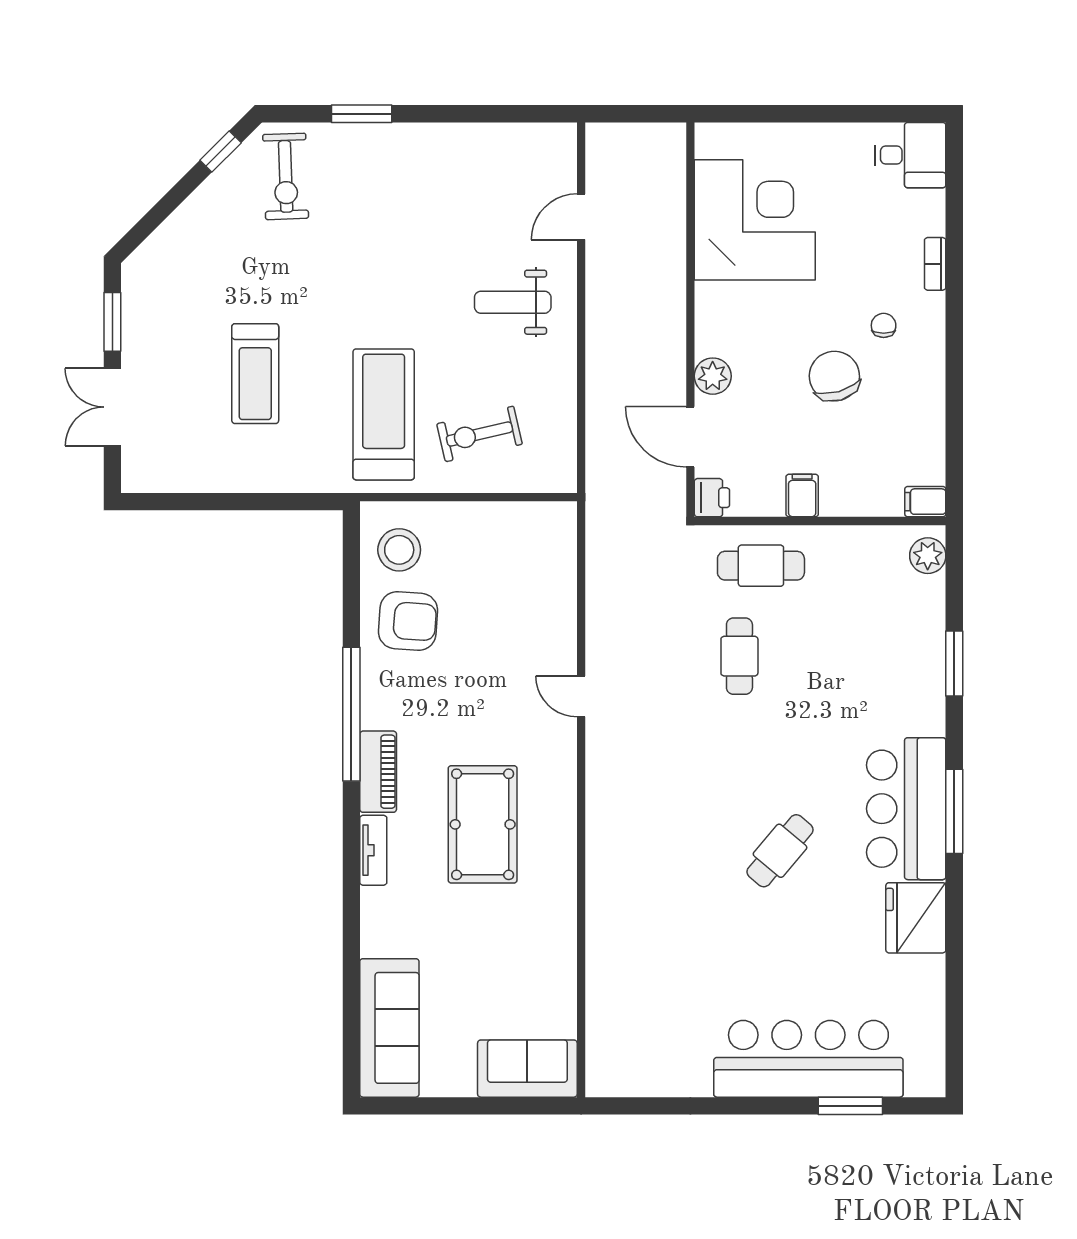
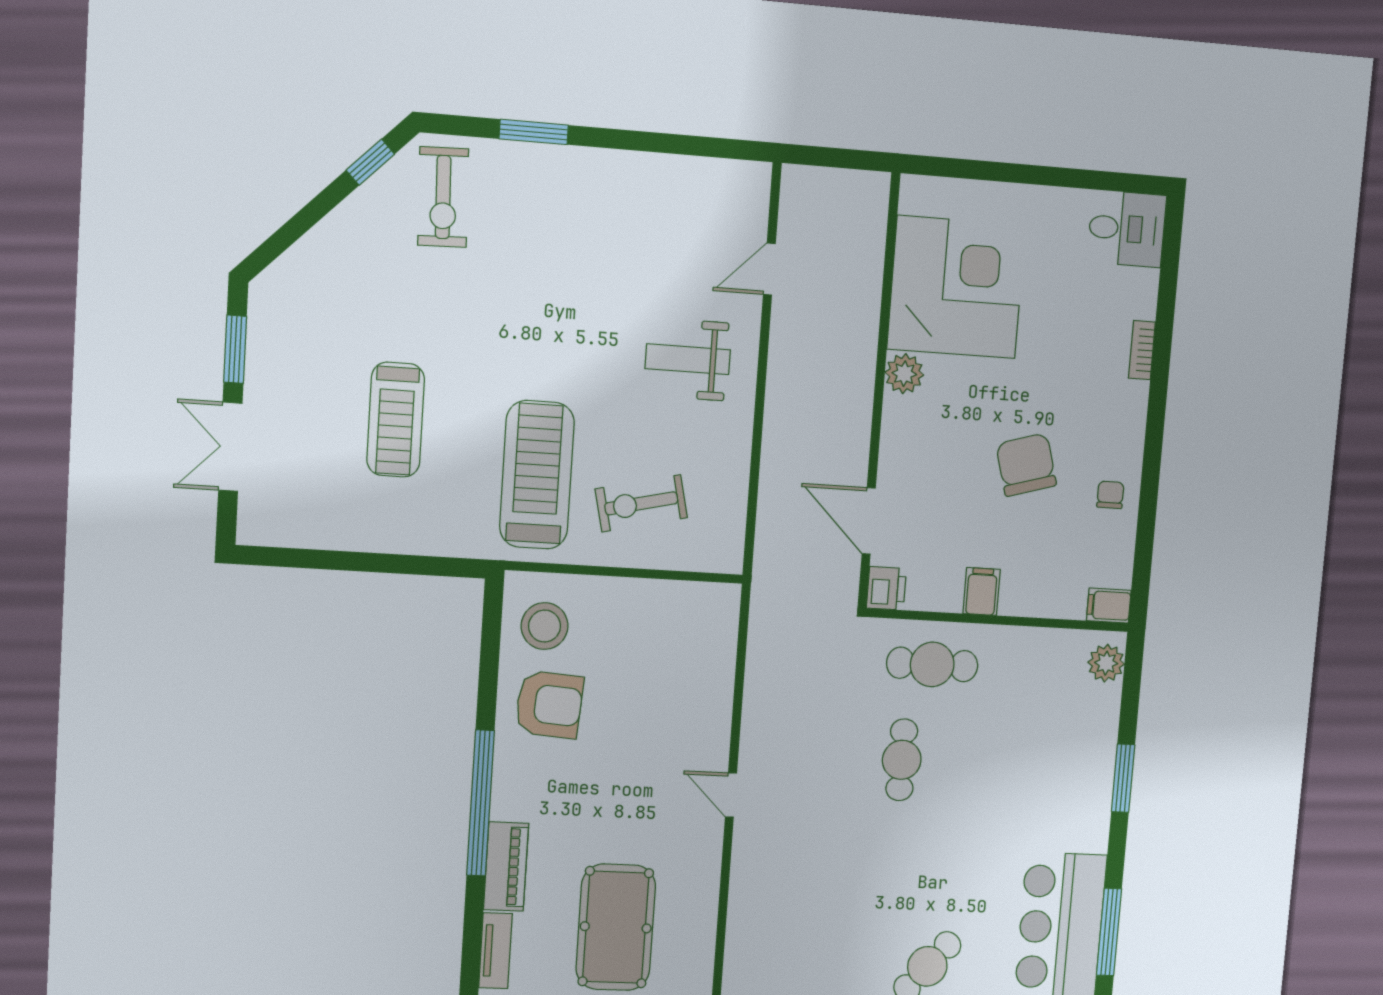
chair: (884, 325) -> (1110, 495), moved
plant: (713, 376) -> (904, 374), moved

